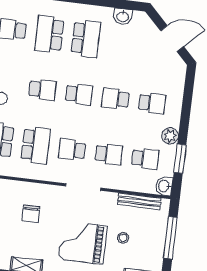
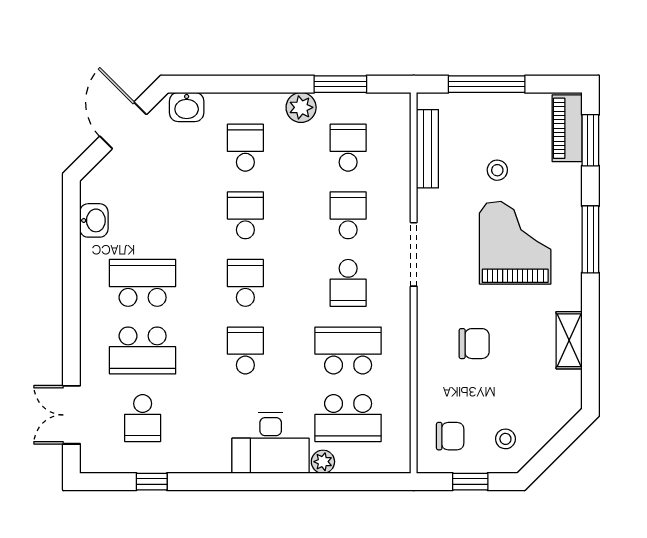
school desk: (115, 99) -> (245, 215), turned 180
washbasin: (164, 186) -> (187, 107), moved
grand piano: (83, 243) -> (515, 243), turned 180

